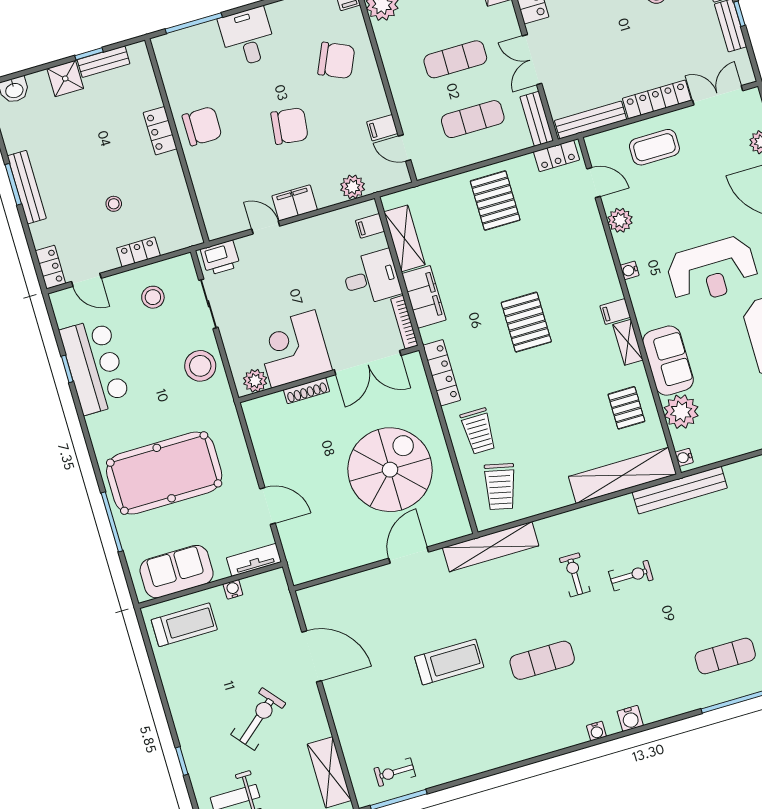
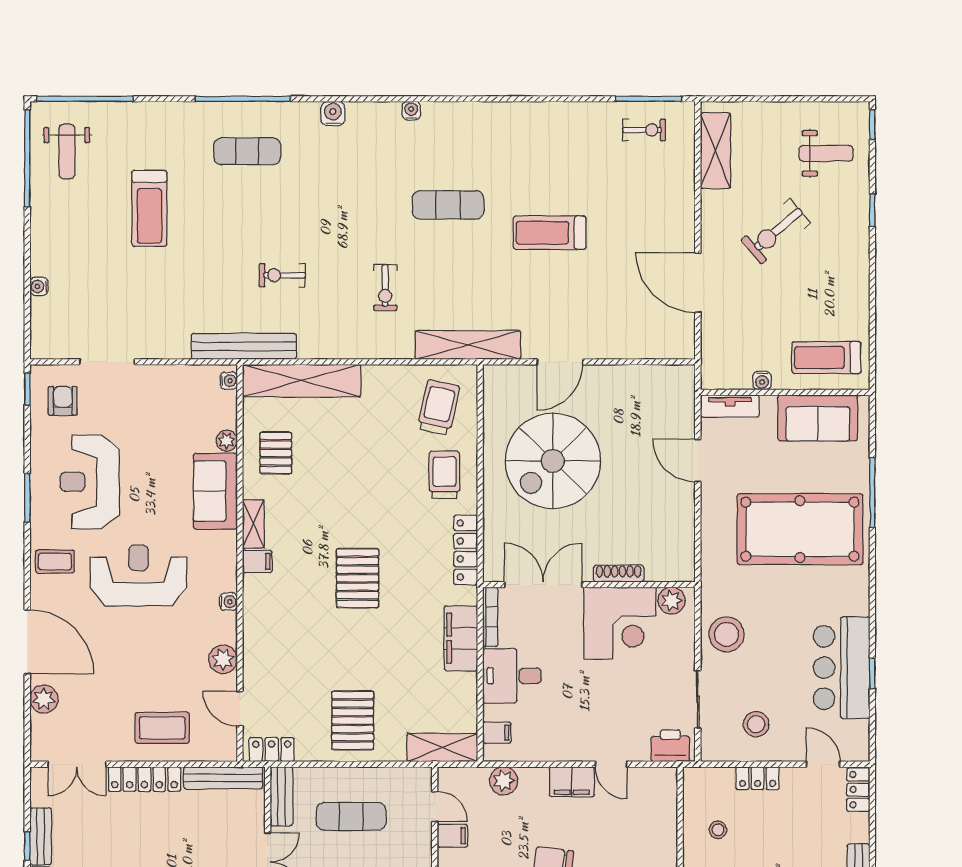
stool: (114, 204) -> (718, 830), moved
shelving: (405, 238) -> (442, 748), moved, turned 90
plant: (681, 412) -> (227, 441), width x0.53, depth x0.53
exercise bike: (631, 576) -> (282, 275), moved
water cooler: (630, 718) -> (333, 113), moved

